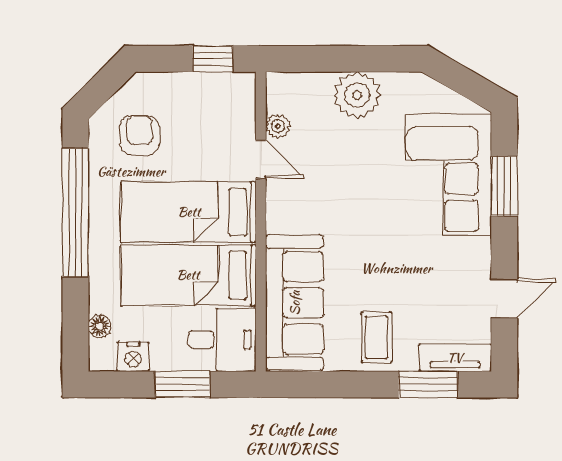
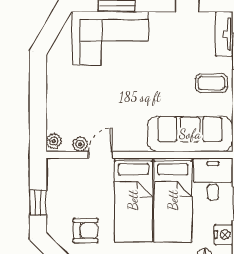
window: (213, 59) -> (38, 203), moved
plant: (357, 95) -> (54, 141), moved, width x0.53, depth x0.53
armchair: (140, 135) -> (86, 230), turned 180

